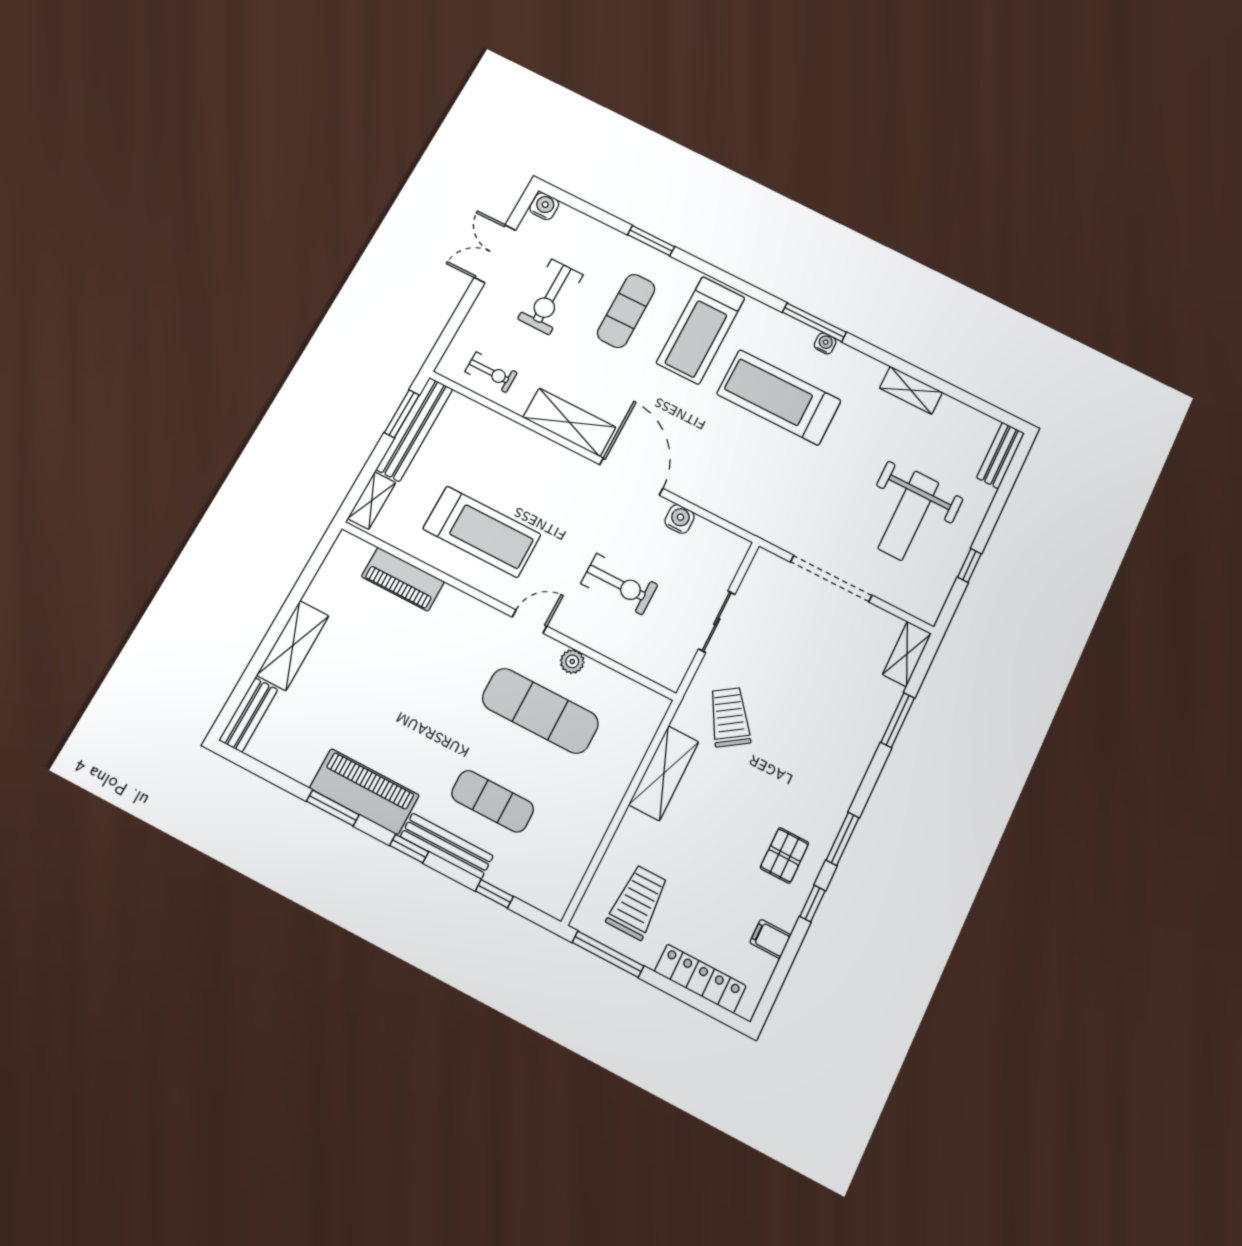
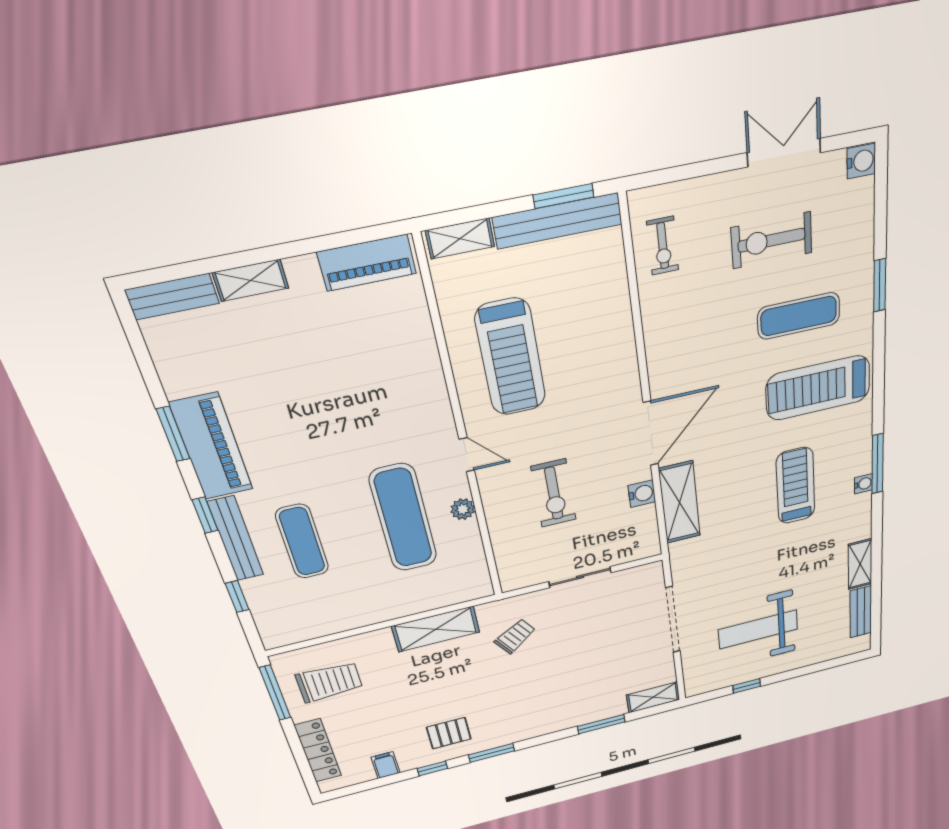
treadmill: (779, 397) -> (796, 486), width x0.73, depth x0.73
shelving: (569, 422) -> (680, 502), moved
bench: (1000, 455) -> (861, 612), moved, turned 90
piano: (403, 579) -> (367, 263), moved, turned -90
shelving: (293, 645) -> (251, 280), width x0.67, depth x0.75
trolley: (730, 717) -> (515, 636), width x0.73, depth x0.72

